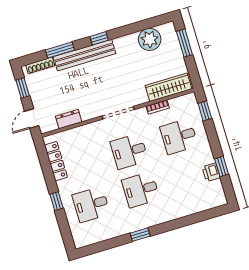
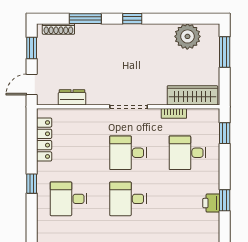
bench: (85, 55) -> (111, 32), removed

